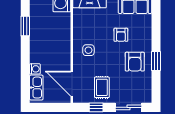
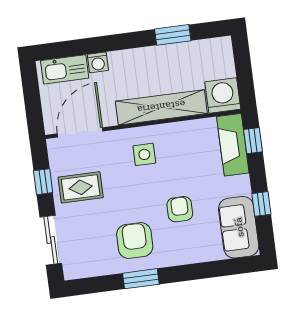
armchair: (121, 35) -> (180, 209), turned 90
shelving: (64, 37) -> (161, 107), added
armchair: (135, 62) -> (135, 241), turned 90

